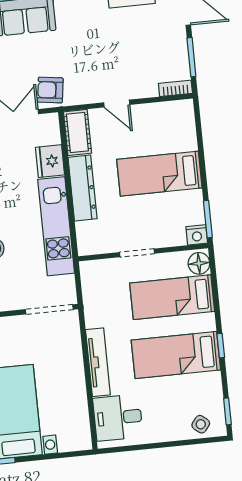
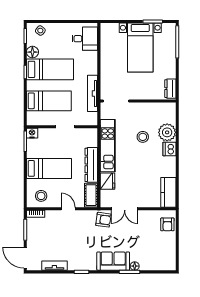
stool: (169, 122) -> (41, 196), added
floor lamp: (199, 263) -> (32, 52), moved
tv unit: (98, 362) -> (93, 93), moved

